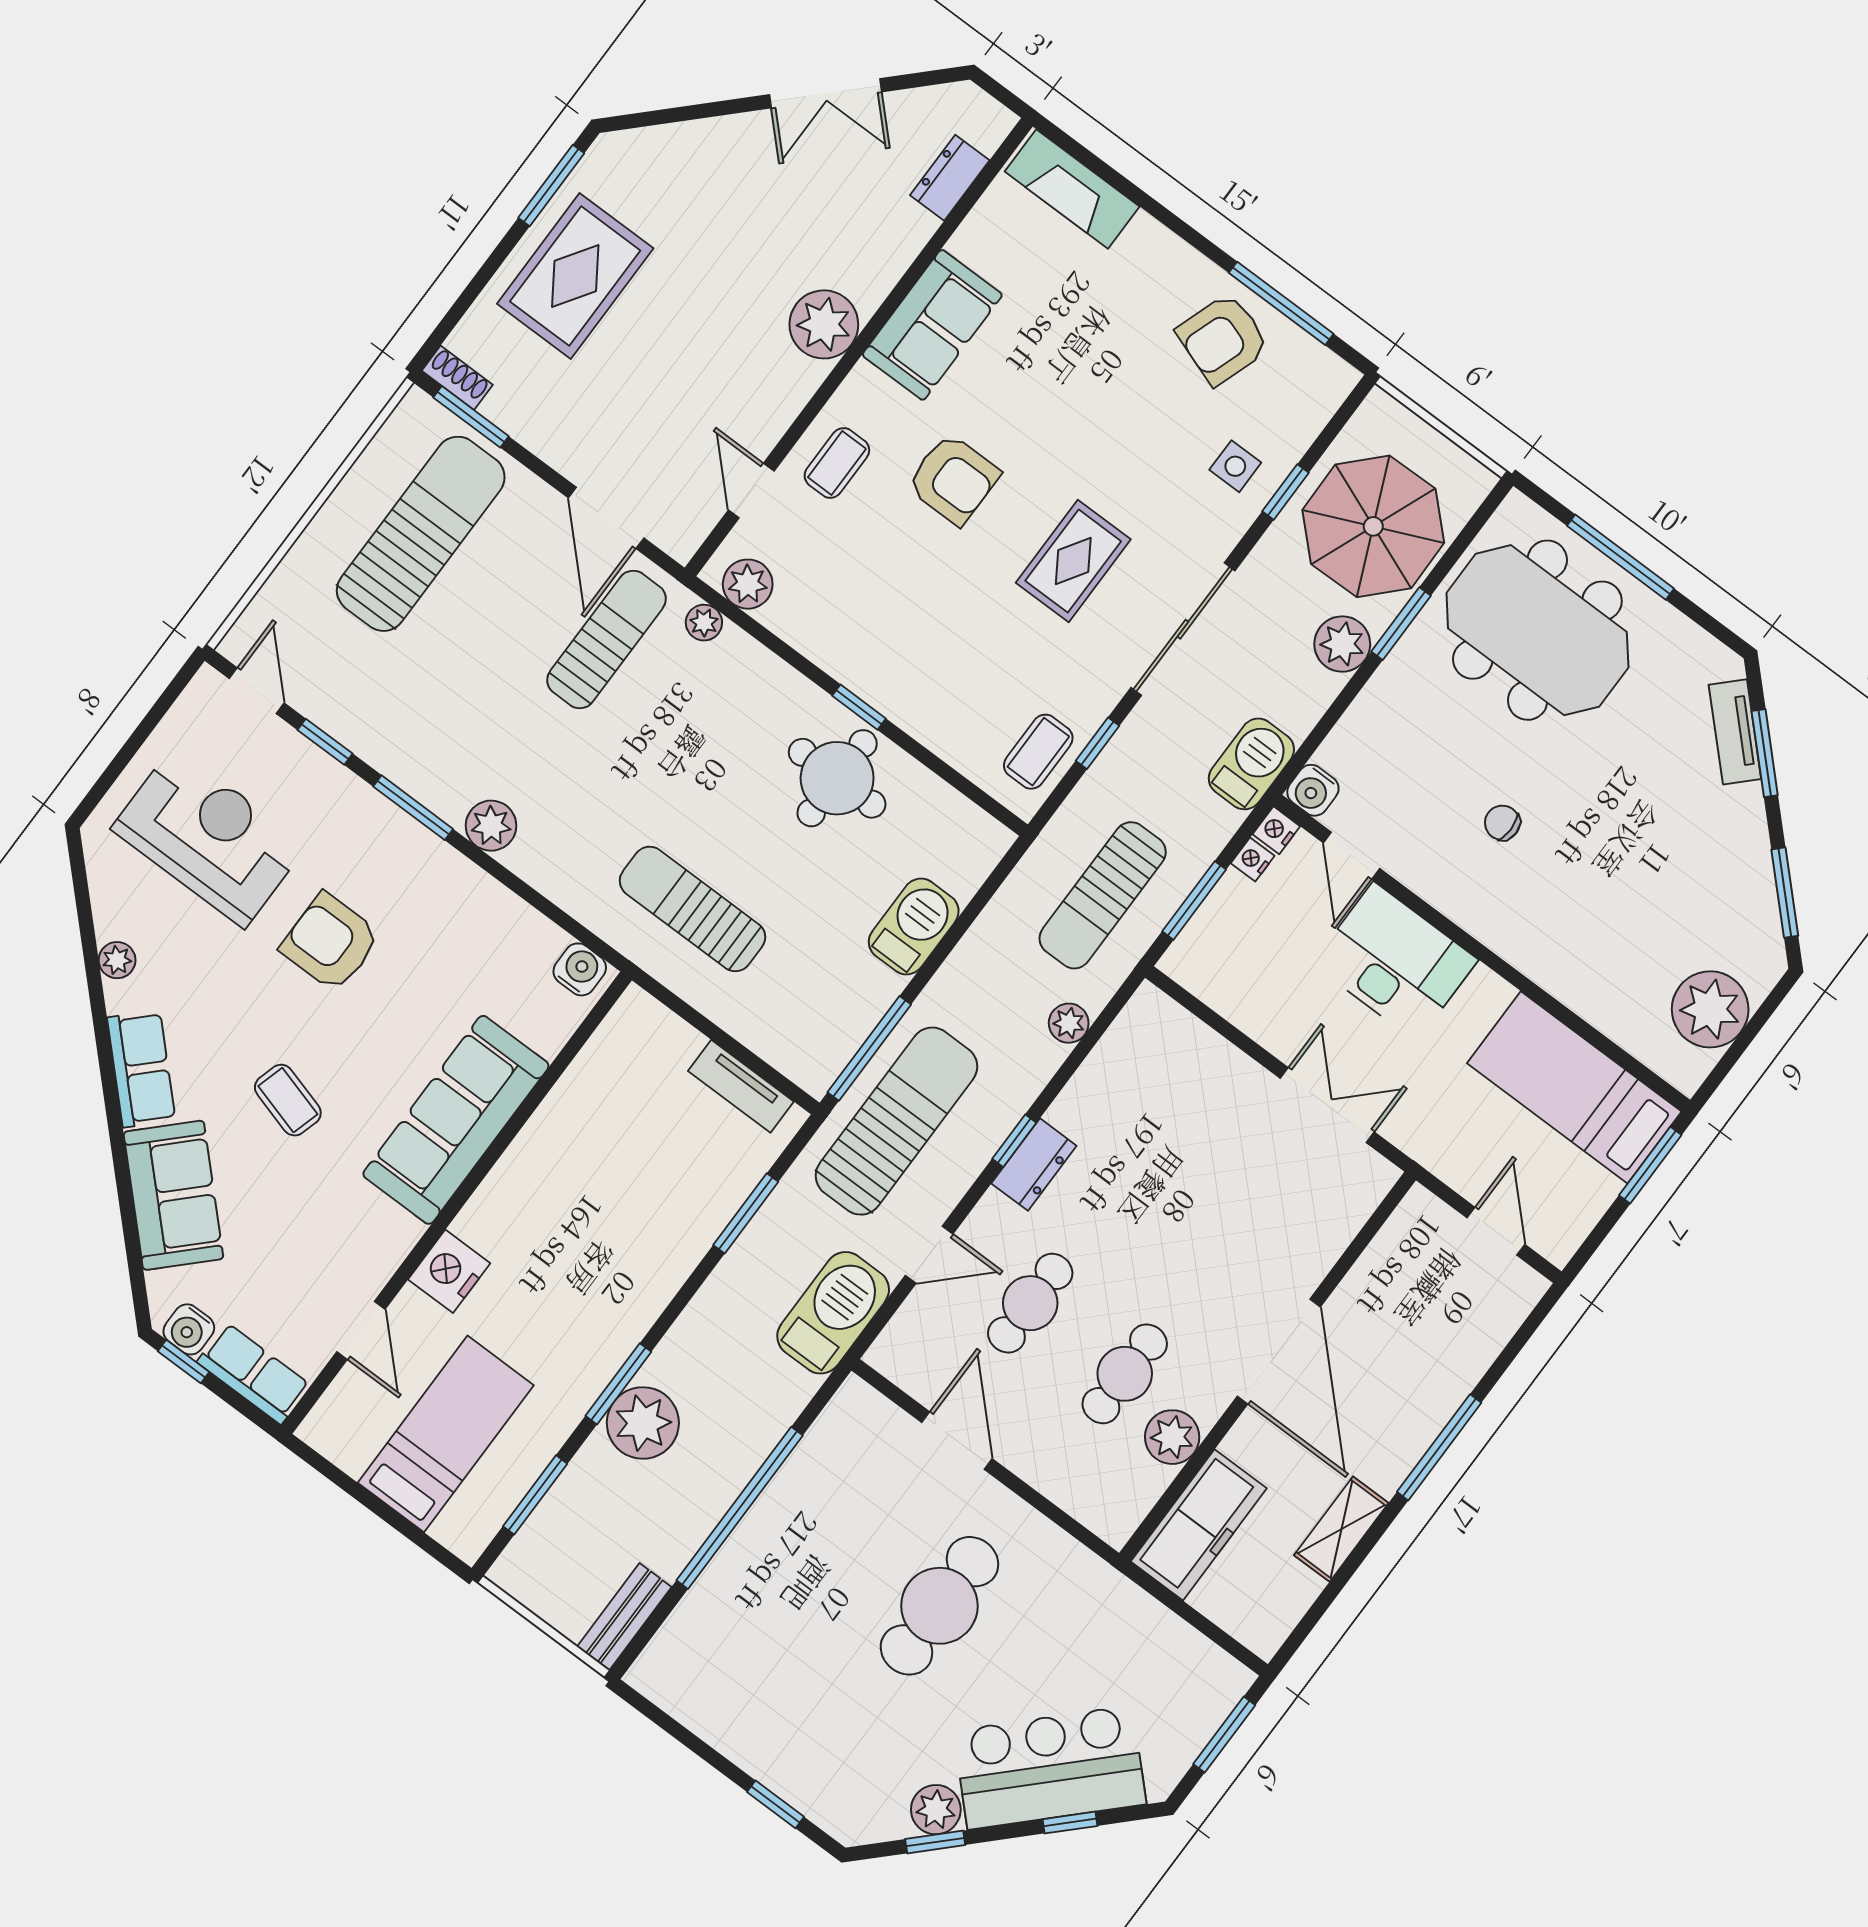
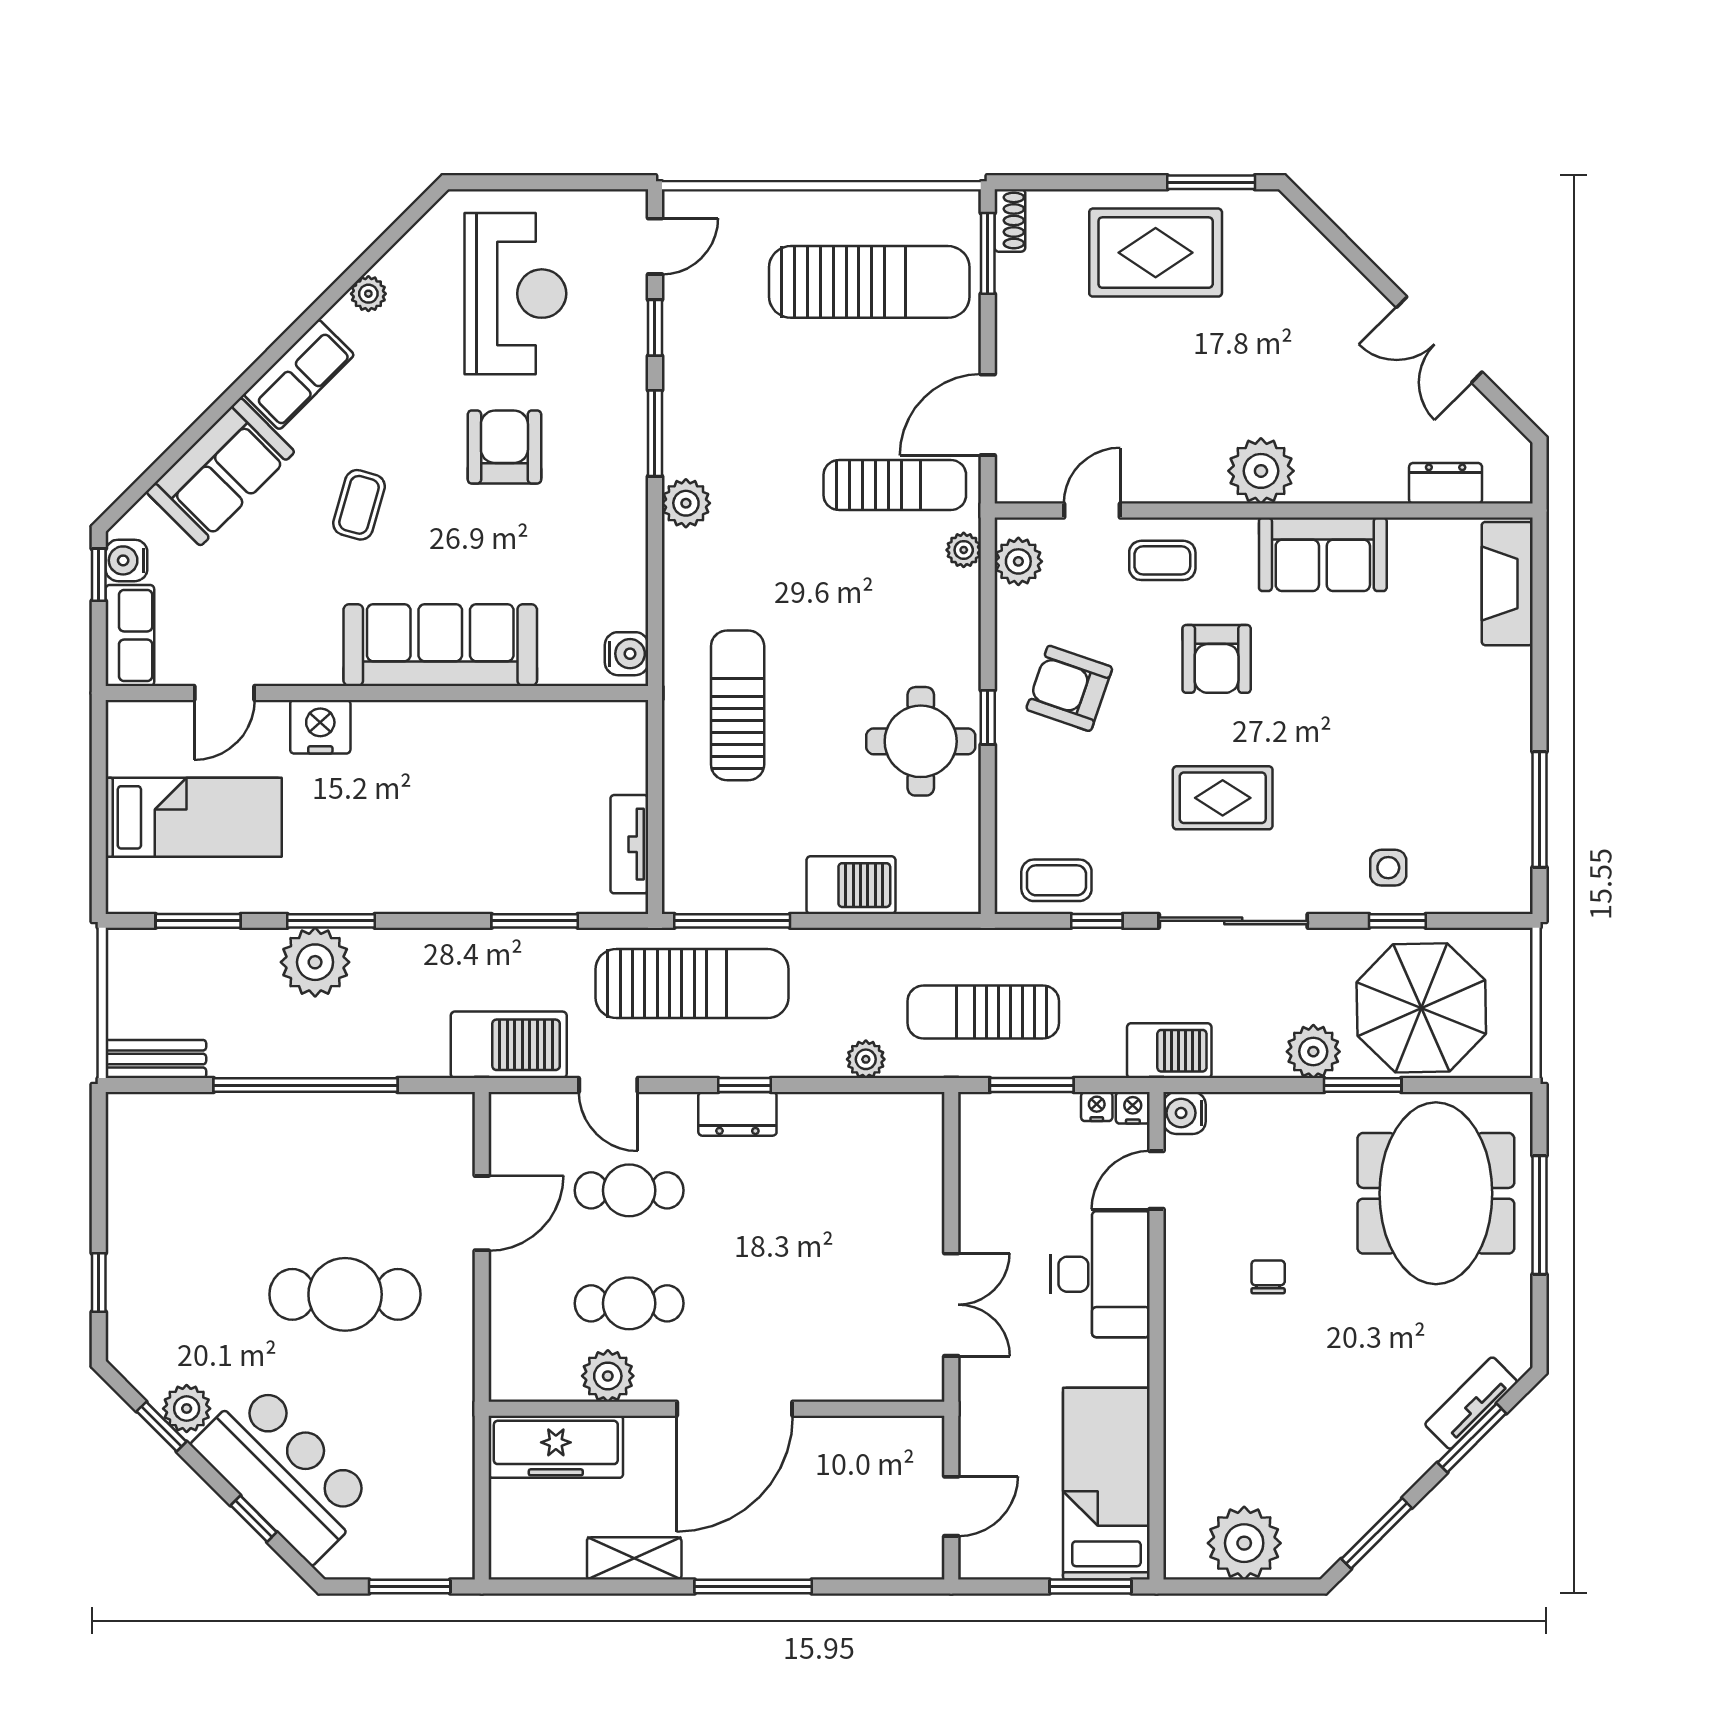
armchair: (1223, 339) -> (1069, 688), moved

